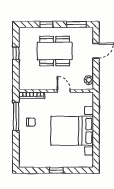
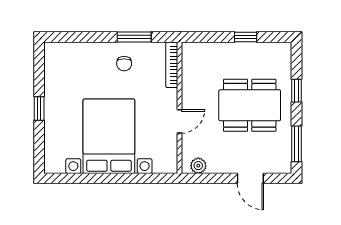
dining table: (55, 51) -> (250, 105), turned 90
window: (16, 117) -> (134, 37), width x0.69

